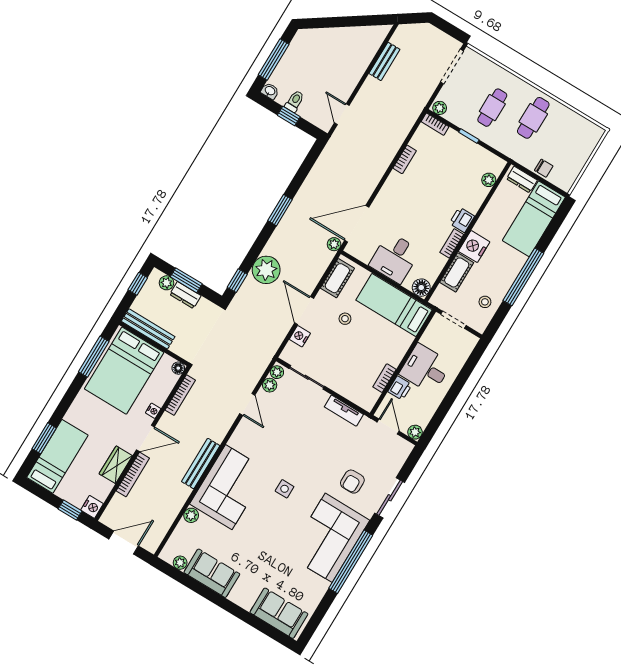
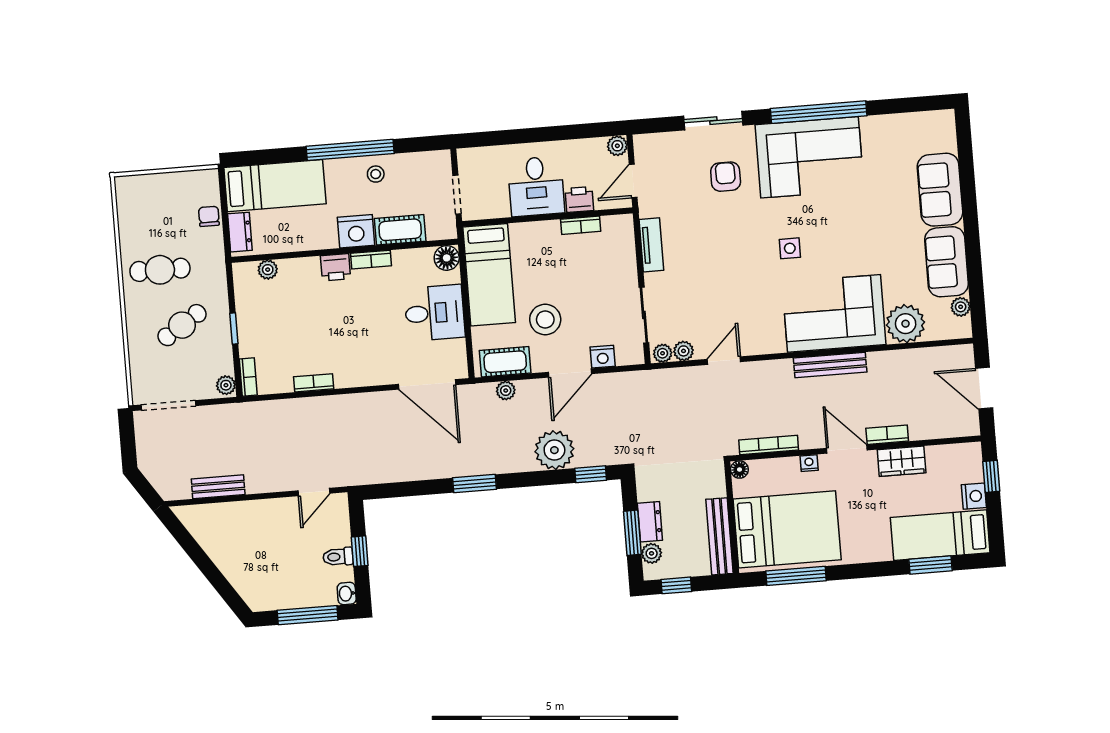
cafe table: (492, 108) -> (182, 325), turned -33
plant: (334, 244) -> (506, 391), moved
stool: (485, 302) -> (376, 174), moved
stool: (345, 319) -> (545, 320), width x1.89, depth x1.89
bookcase: (133, 475) -> (887, 435), width x0.64
armchair: (352, 482) -> (726, 177), turned -90
nightstand: (92, 507) -> (974, 496), moved, turned 90
plant: (191, 515) -> (906, 324), width x1.87, depth x1.87
sofa: (279, 613) -> (940, 190), moved

